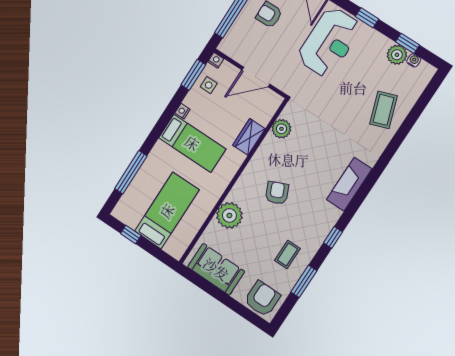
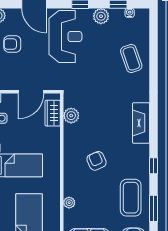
plant: (397, 55) -> (101, 16), moved
wardrobe: (249, 137) -> (53, 113), moved
plant: (229, 215) -> (69, 203), width x0.53, depth x0.53
coffee table: (287, 254) -> (131, 198), width x1.86, depth x1.72

